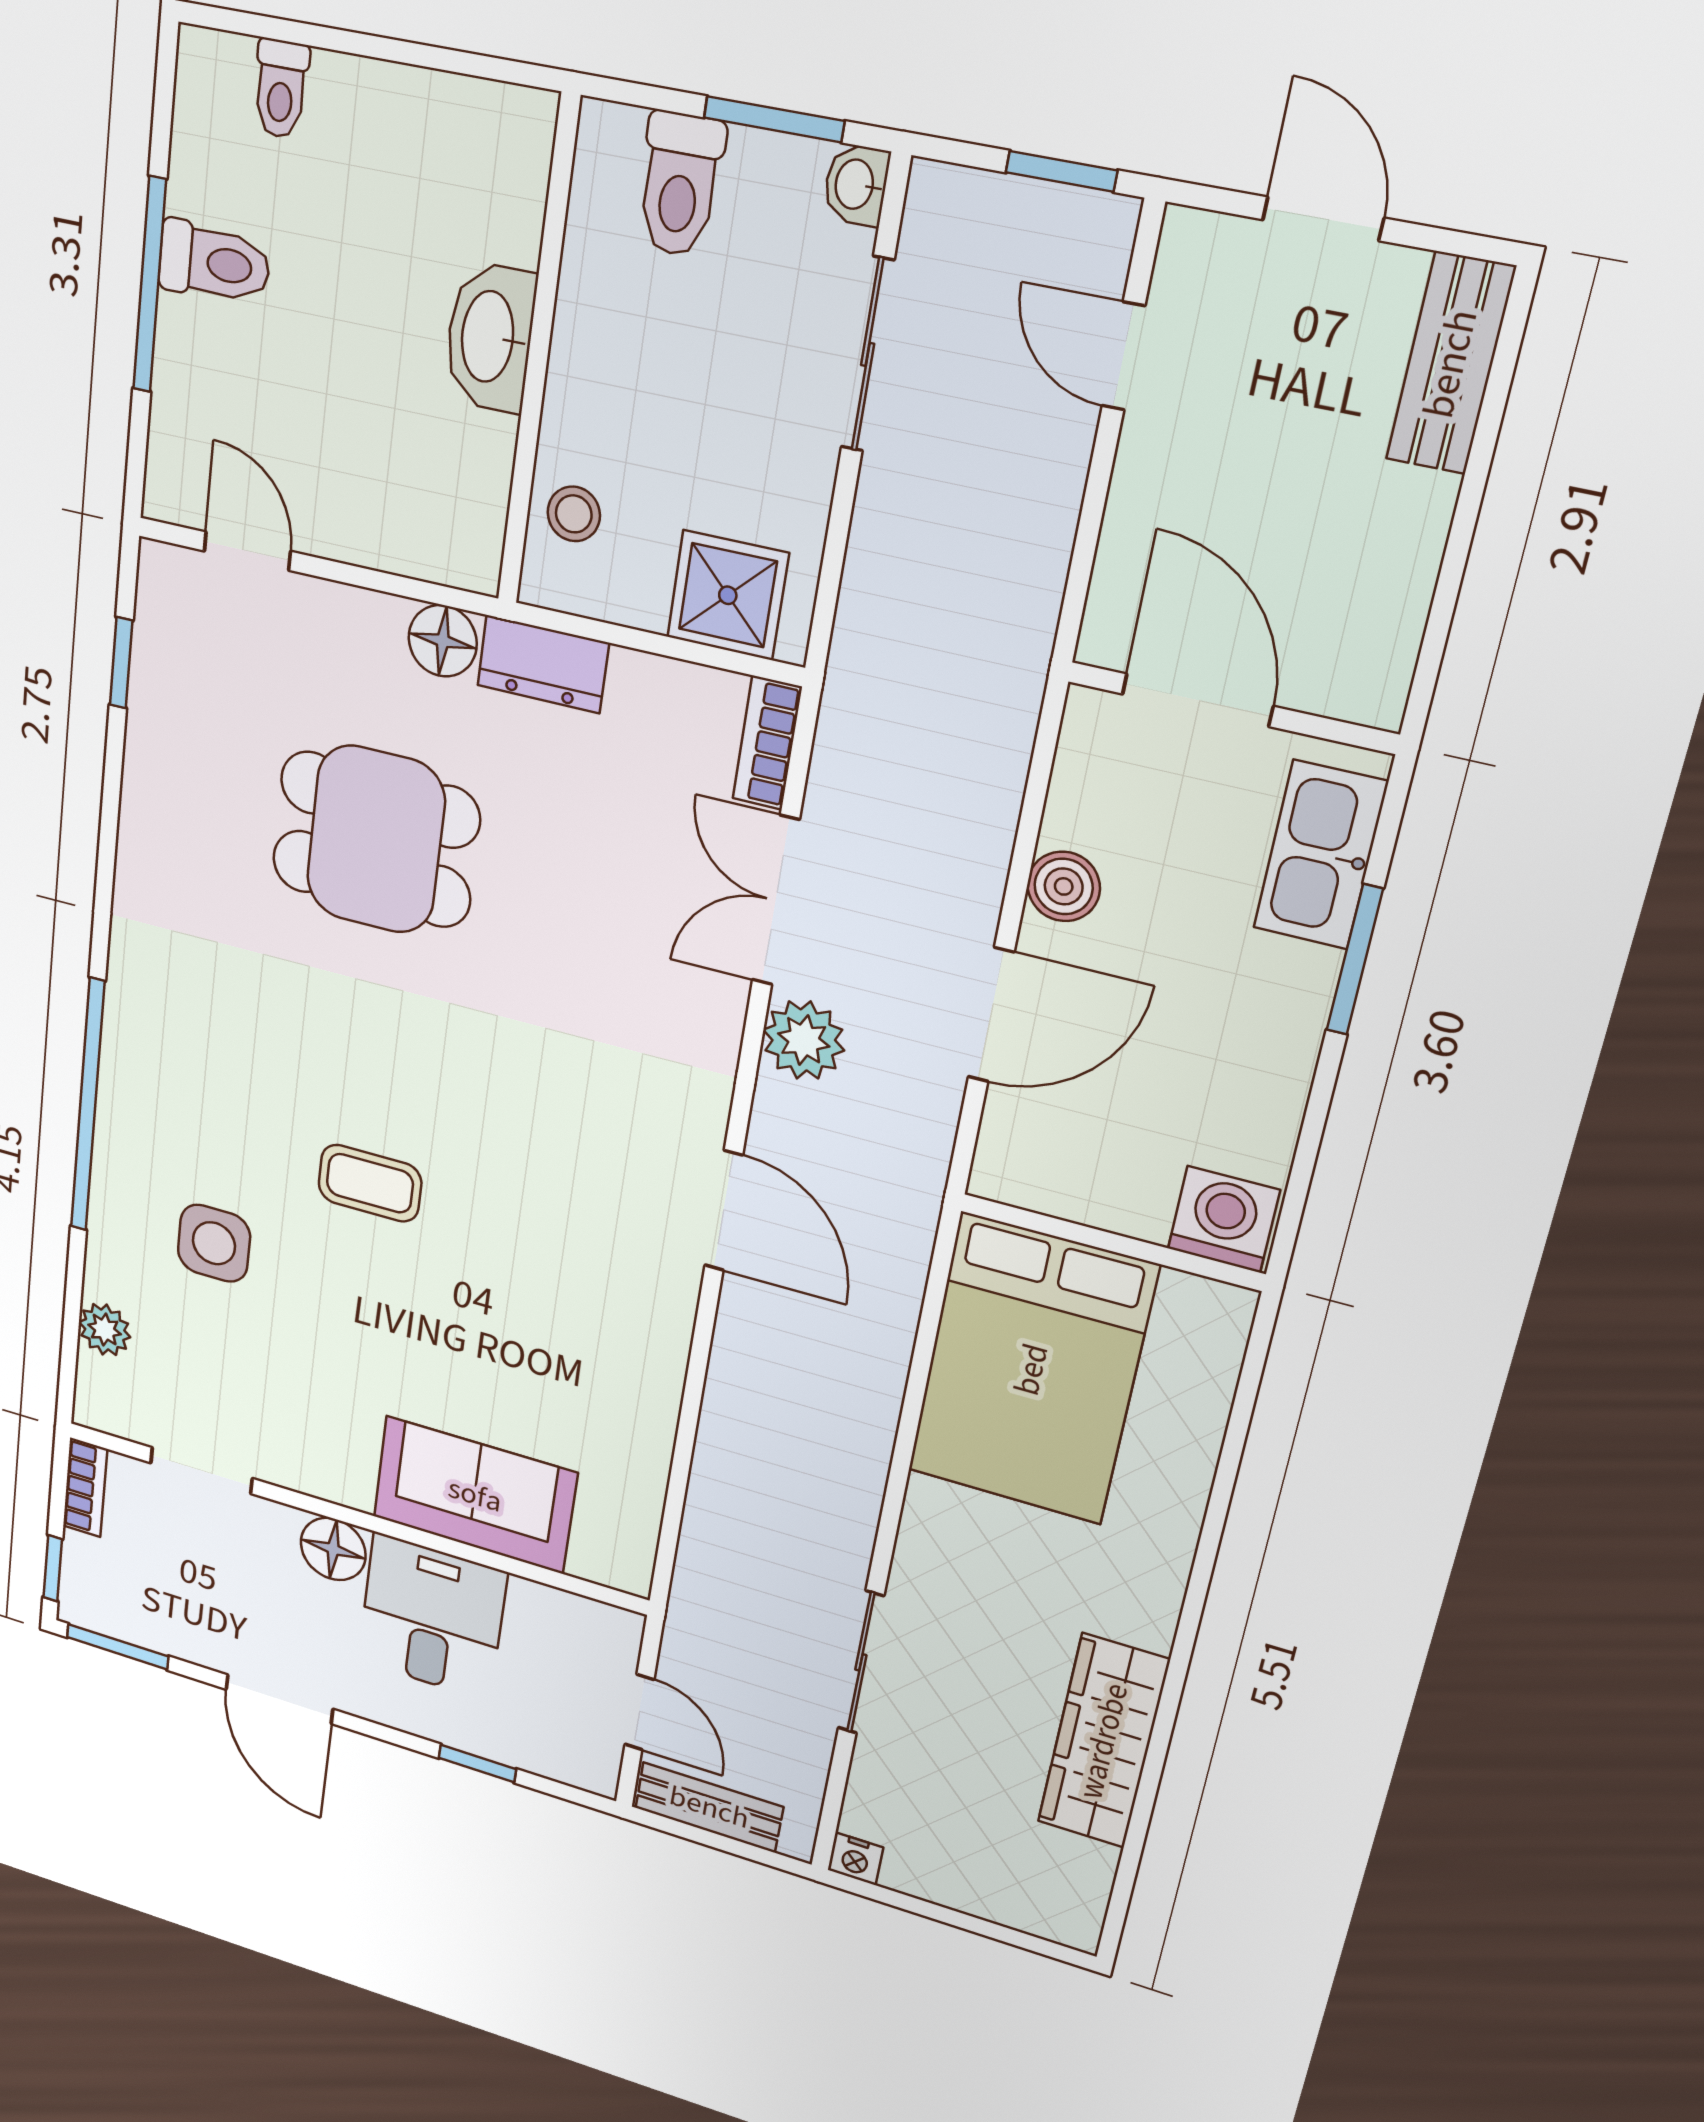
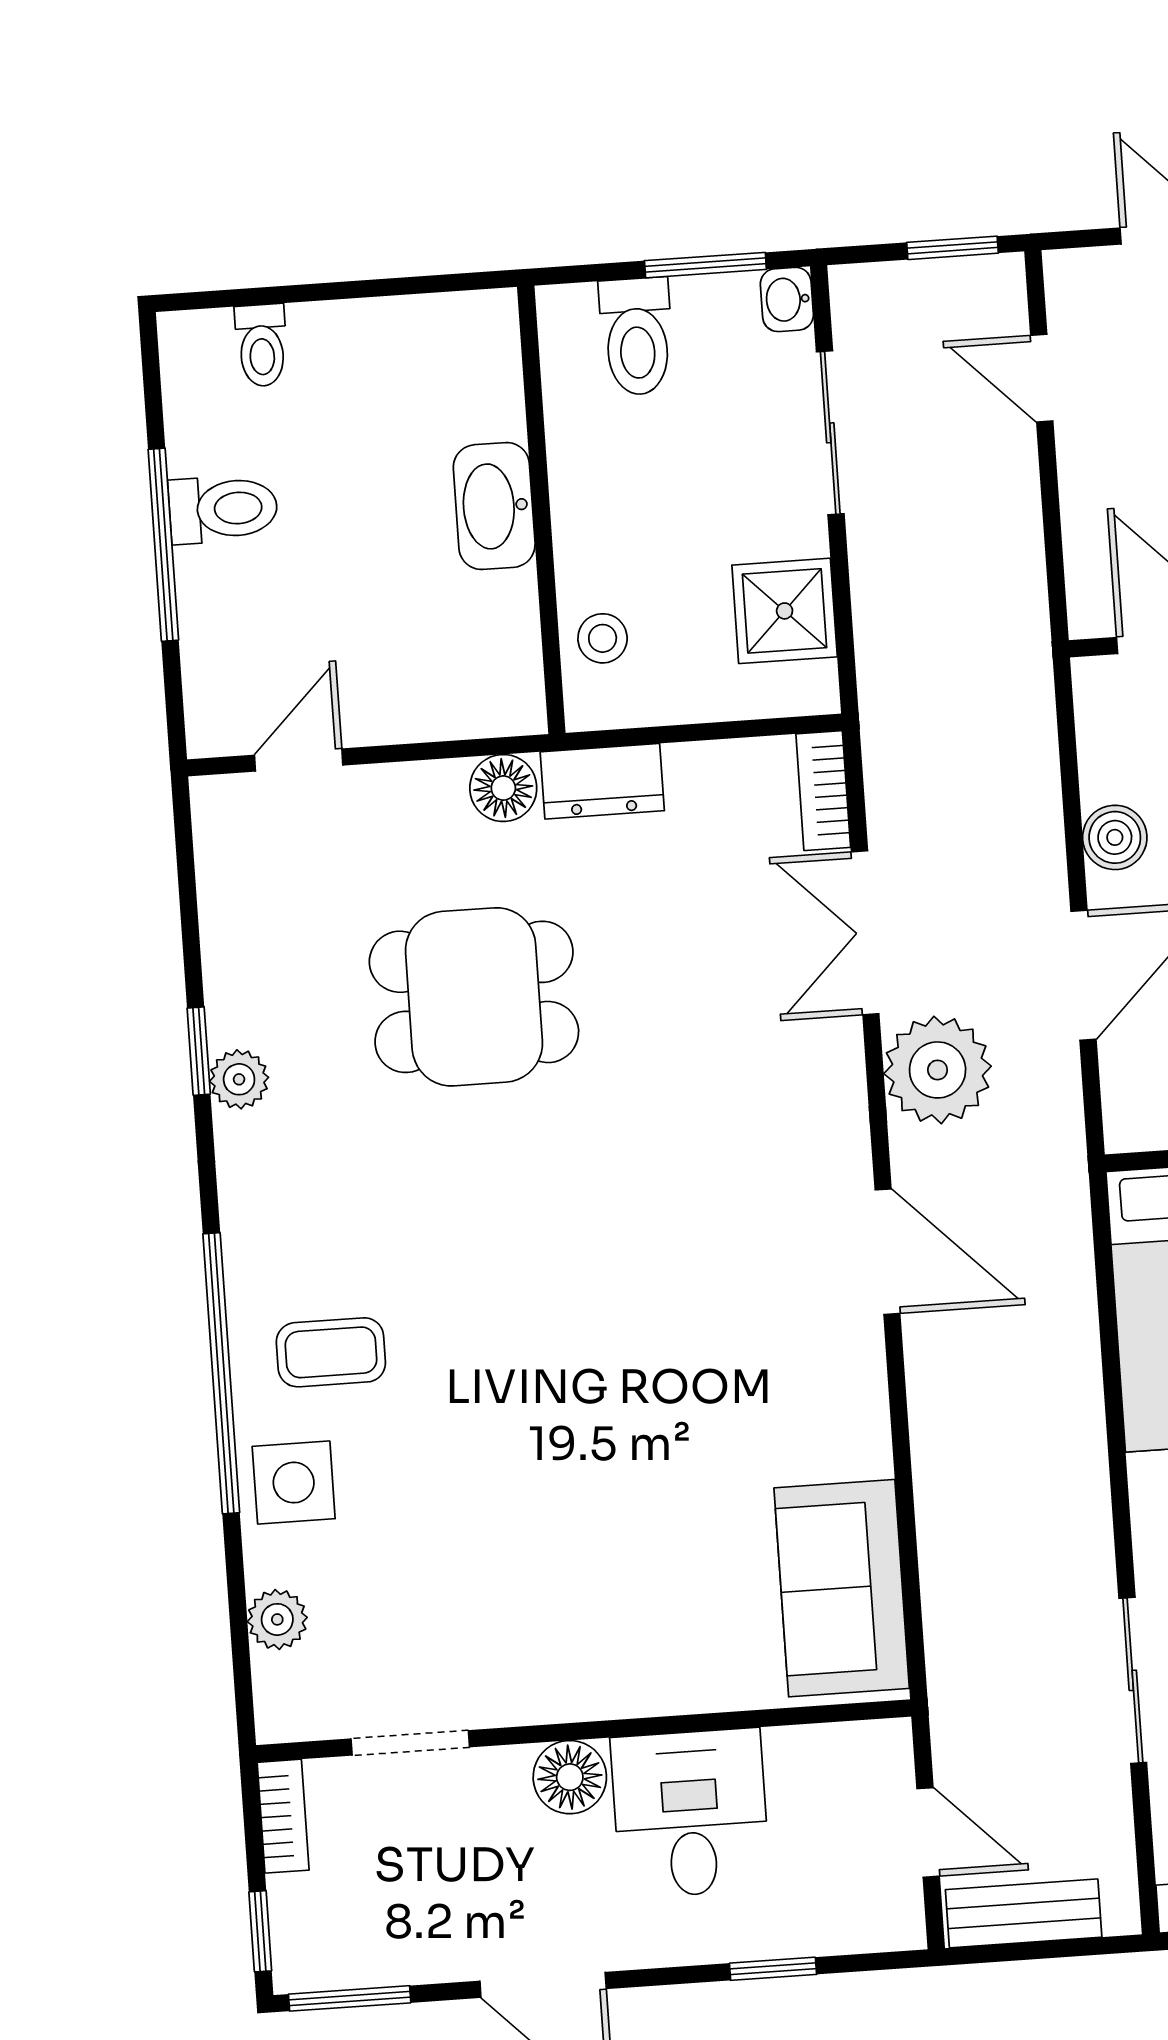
door: (247, 551) -> (299, 760), hinge flipped
shower: (728, 595) -> (785, 611), moved
window: (121, 663) -> (199, 1051), moved
plant: (143, 846) -> (239, 1079), added
plant: (804, 1040) -> (938, 1070), width x1.36, depth x1.36
coffee table: (370, 1183) -> (331, 1352), moved
side table: (214, 1243) -> (294, 1483), moved
sofa: (475, 1495) -> (842, 1588), moved, turned -90

